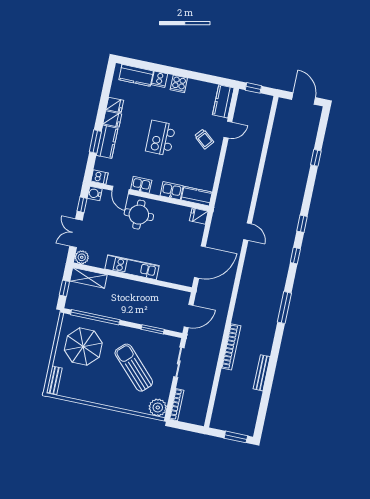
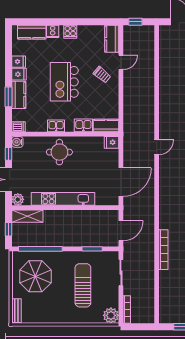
kitchen island: (161, 138) -> (64, 82), width x1.37, depth x1.28
door: (120, 190) -> (39, 134), removed
door: (248, 232) -> (157, 147), hinge flipped
kitchen unit: (132, 267) -> (63, 199), width x1.36
sun lounger: (134, 368) -> (83, 285), turned 44

